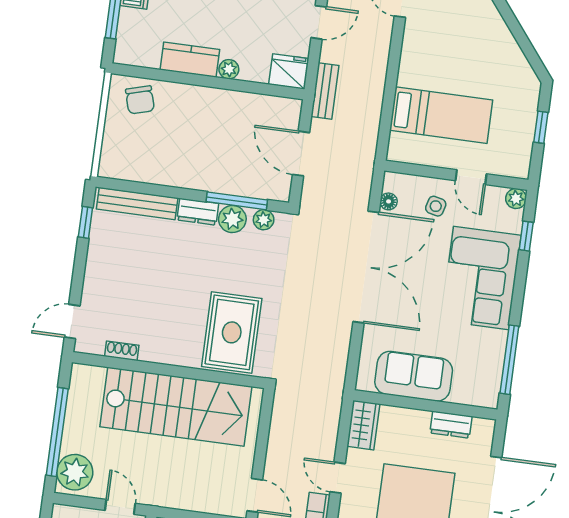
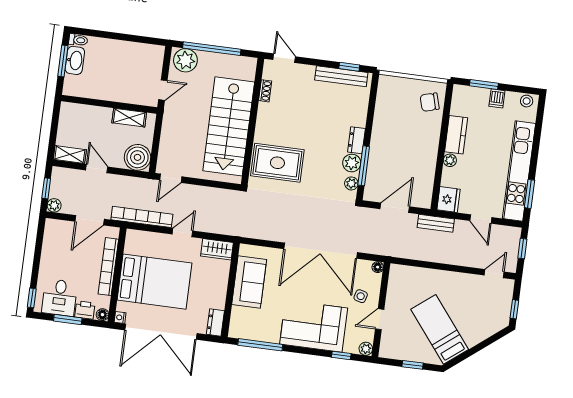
bed: (441, 115) -> (440, 329), moved, turned 142
floor lamp: (389, 201) -> (378, 267), moved
bench: (137, 204) -> (341, 76), moved, turned 90
dresser: (451, 425) -> (215, 323), moved

